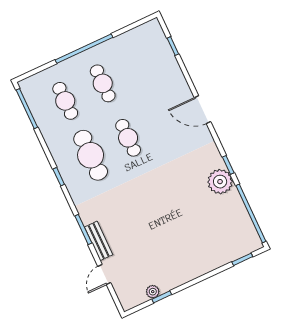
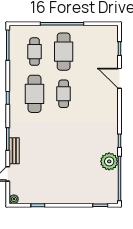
cafe table: (103, 83) -> (64, 52), width x1.37, depth x1.35
door: (203, 110) -> (119, 78), moved
plant: (220, 182) -> (109, 161), moved
plant: (153, 292) -> (14, 199), moved

